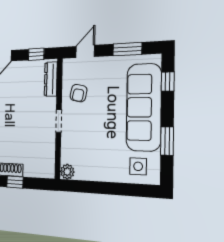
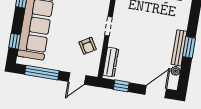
window: (127, 49) -> (42, 73), width x1.44
armchair: (79, 93) -> (88, 46), turned 137

